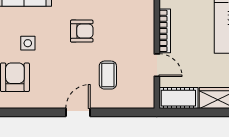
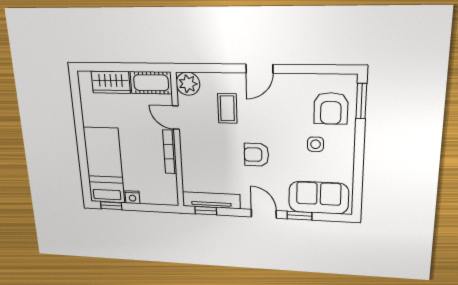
plant: (144, 98) -> (188, 84), added

